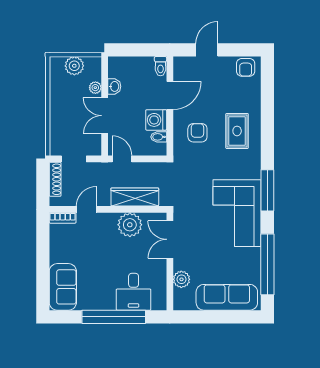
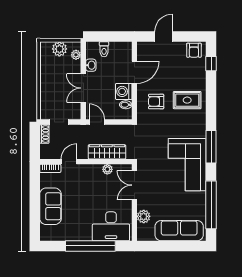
toilet: (160, 66) -> (104, 49), moved
window: (267, 85) -> (211, 64), added
plant: (95, 88) -> (76, 55), moved
rug: (237, 131) -> (187, 100), turned 90
armchair: (197, 133) -> (156, 102), turned -90
shoe rack: (55, 179) -> (44, 134), width x0.70
plant: (130, 225) -> (107, 169), width x0.53, depth x0.53
sofa: (63, 287) -> (50, 206), moved
desk: (134, 292) -> (111, 226), width x1.37

